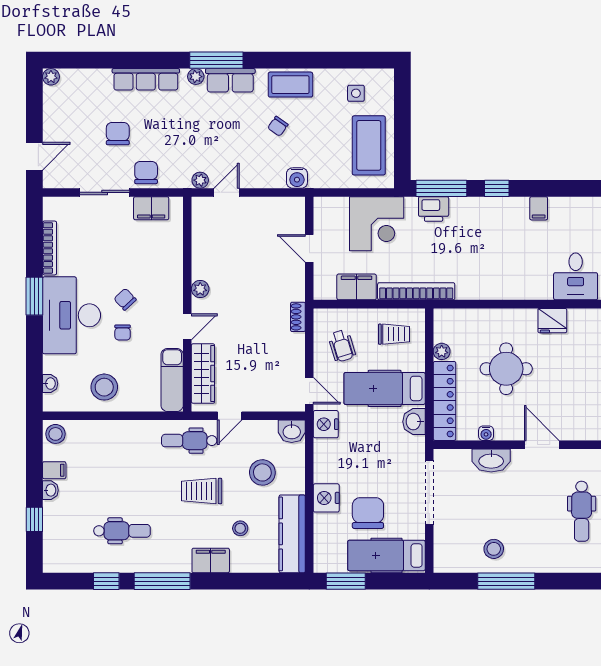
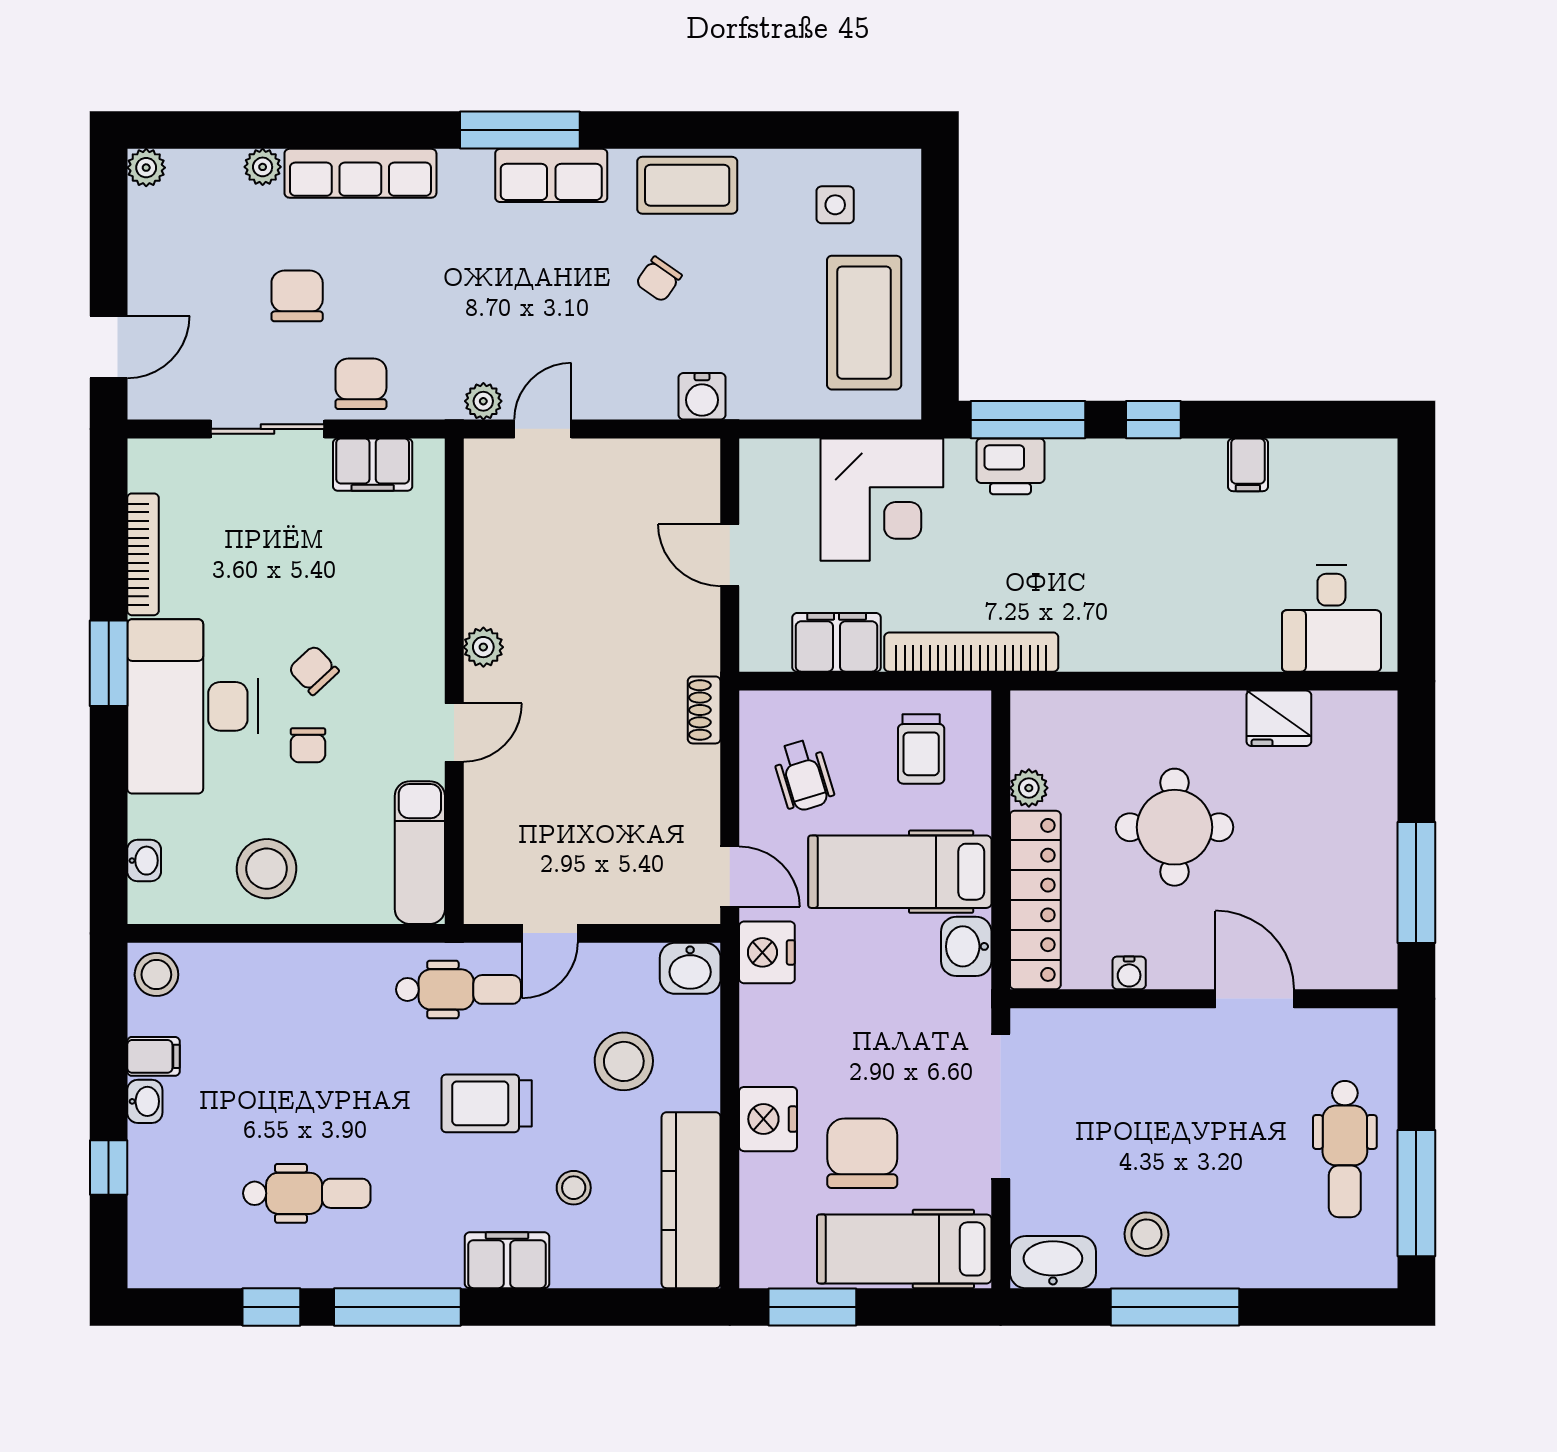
plant: (196, 77) -> (263, 167), moved
trolley: (394, 334) -> (921, 749), turned 90
wardrobe: (203, 373) -> (490, 838), removed
dental chair: (189, 441) -> (459, 989), turned 180
washbasin: (491, 460) -> (1053, 1262), moved, turned 180

